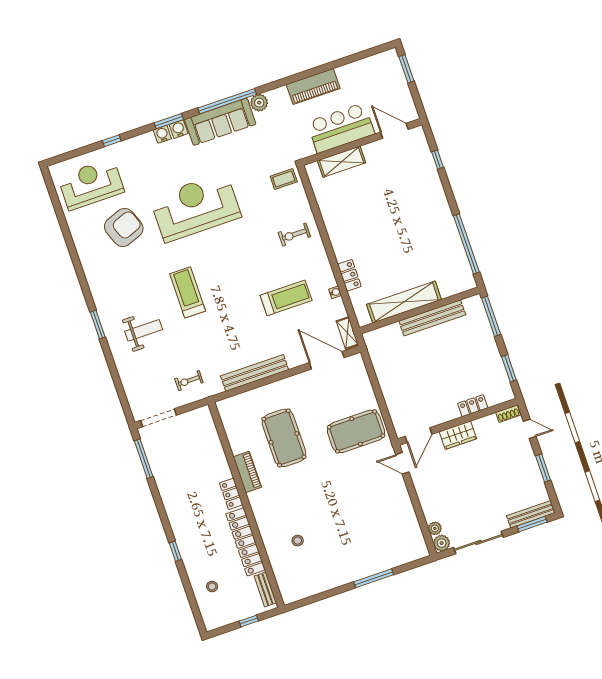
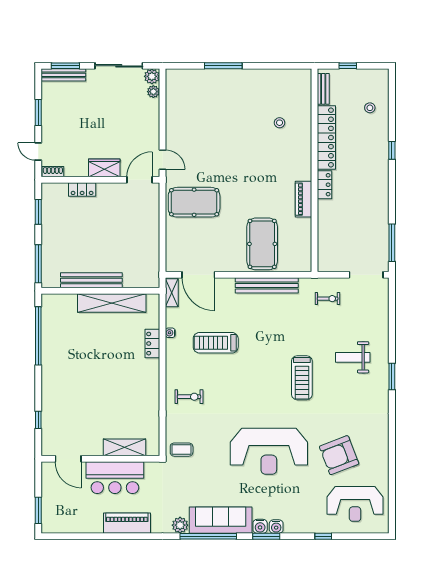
pool table: (284, 438) -> (262, 244), moved

